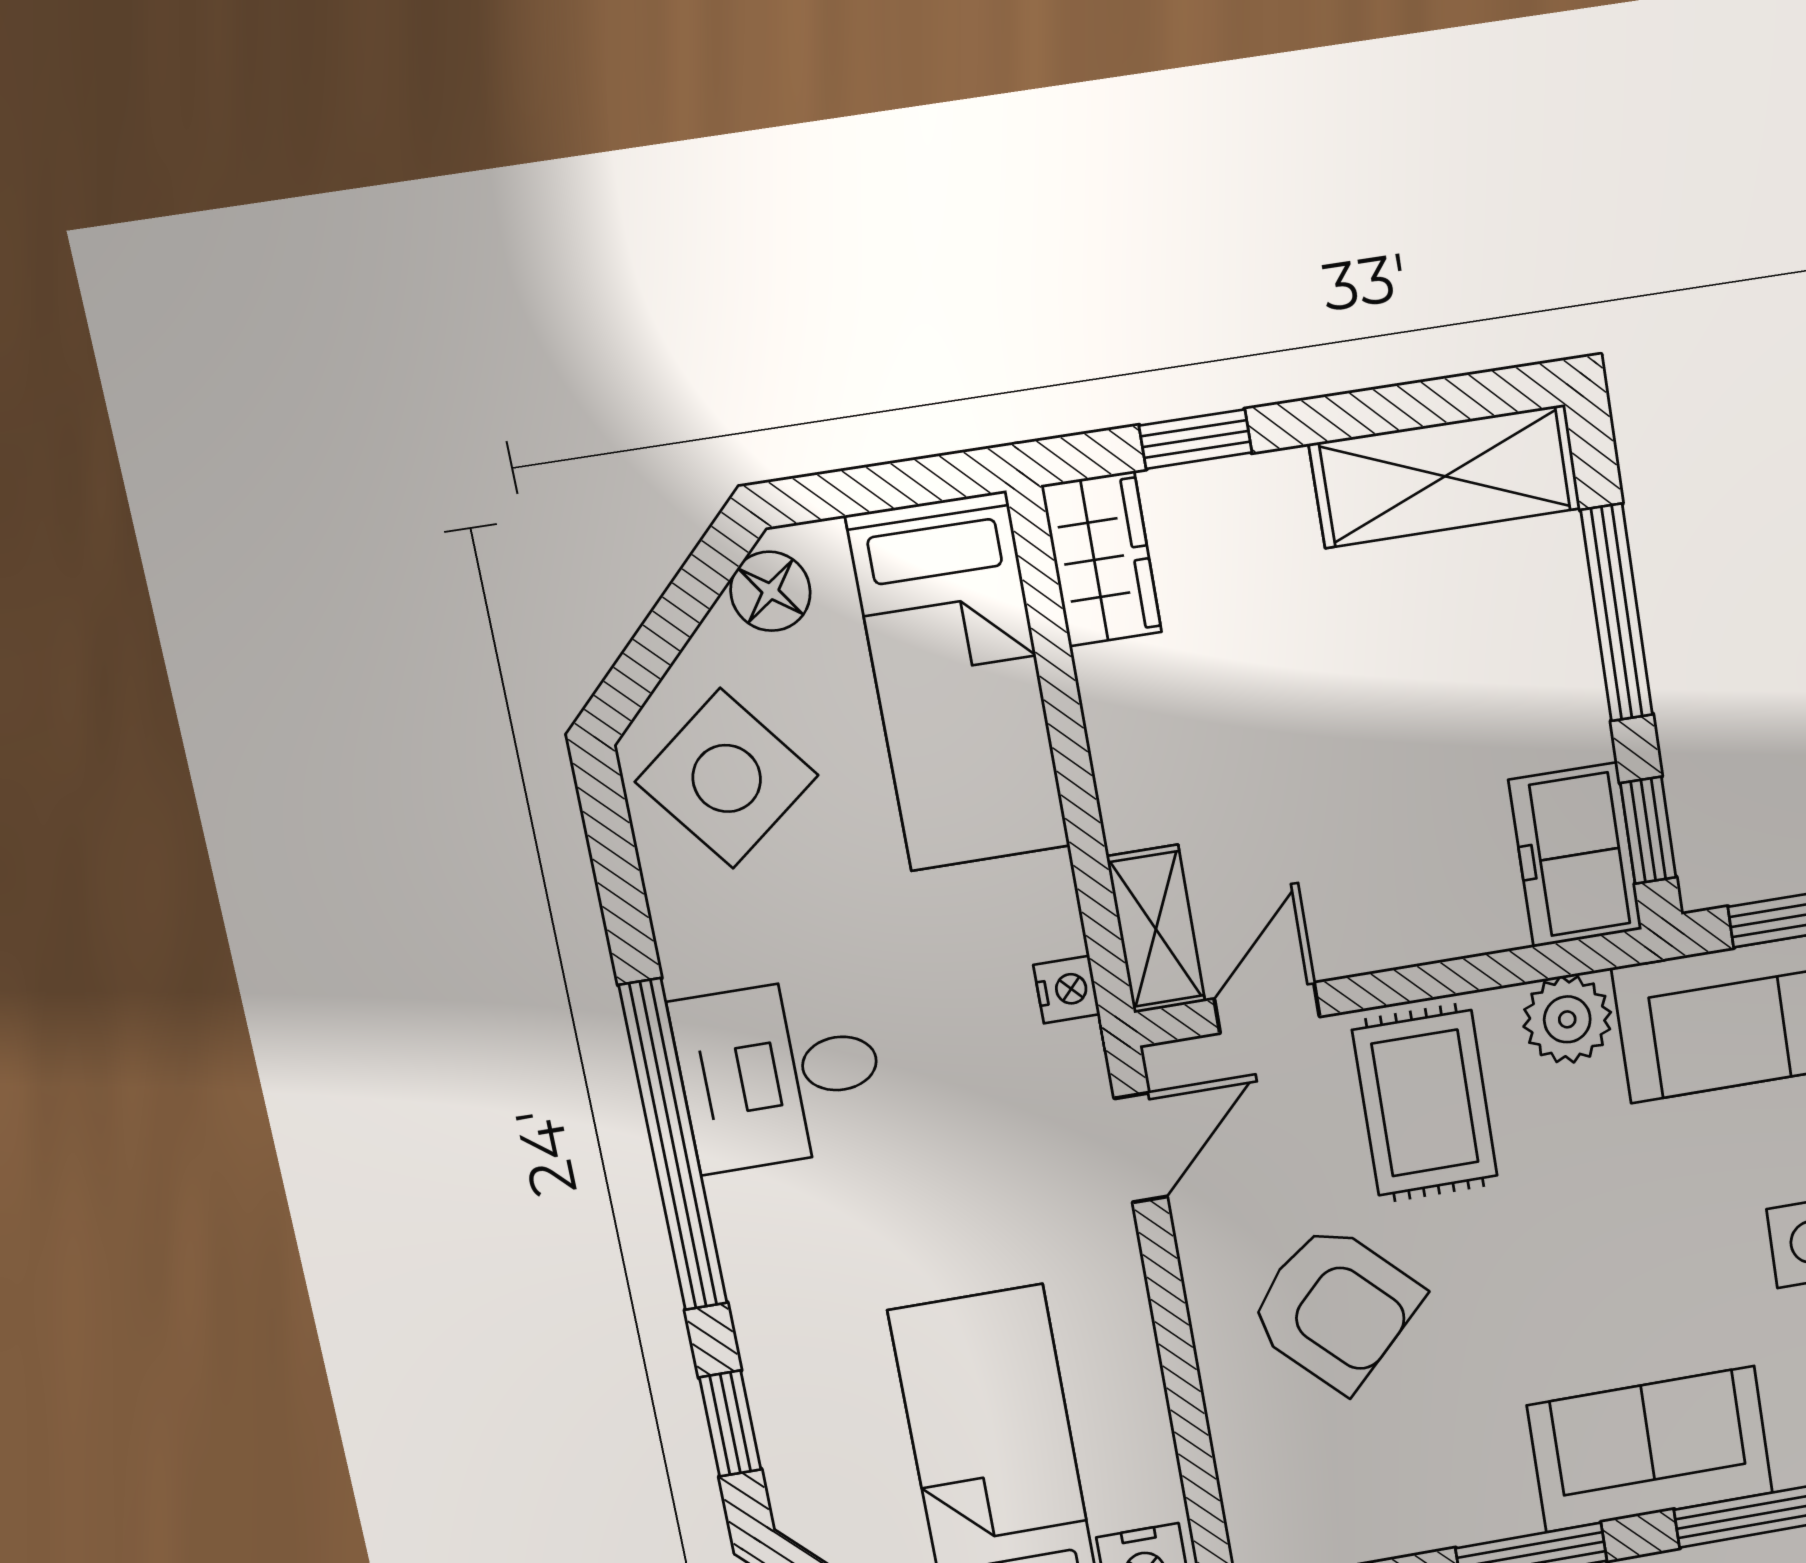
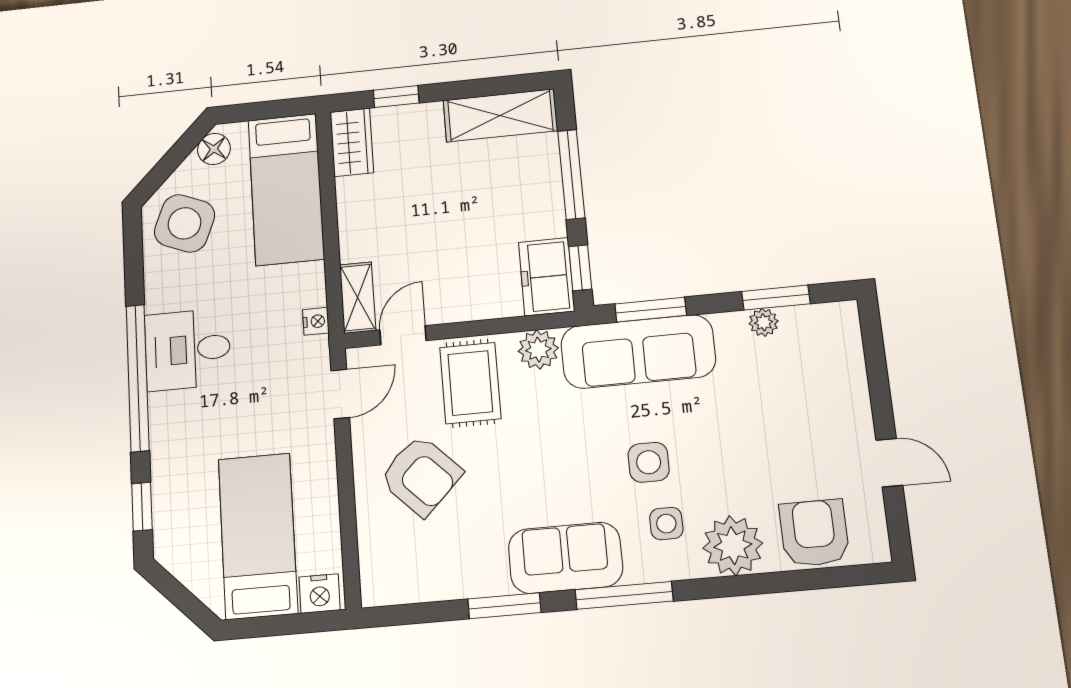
side table: (727, 778) -> (185, 223), turned -30

